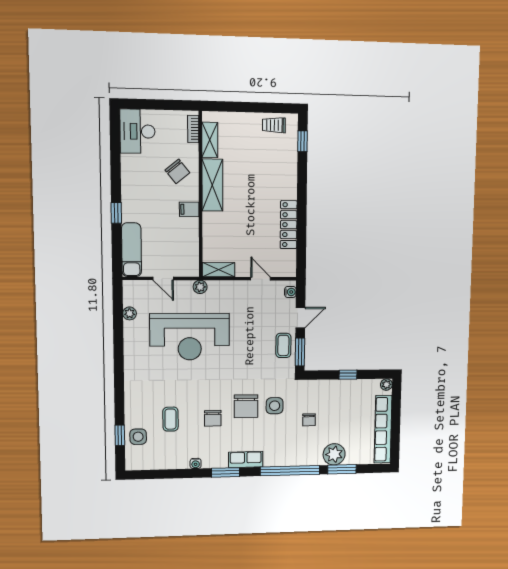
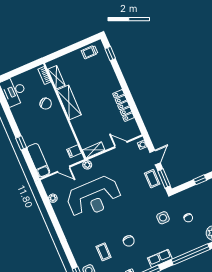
filing cabinet: (189, 209) -> (74, 151), moved
chair: (246, 406) -> (146, 225), removed

